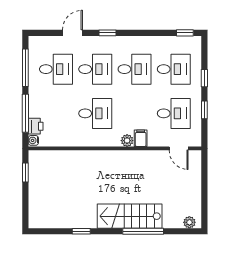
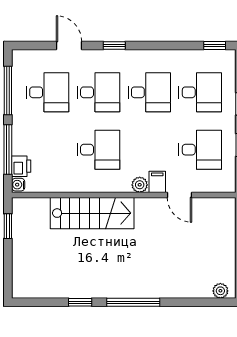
door: (72, 33) -> (69, 45), hinge flipped
door: (179, 148) -> (180, 195), moved
stairs: (130, 216) -> (92, 213), moved, turned 180
window: (143, 231) -> (133, 302), moved

